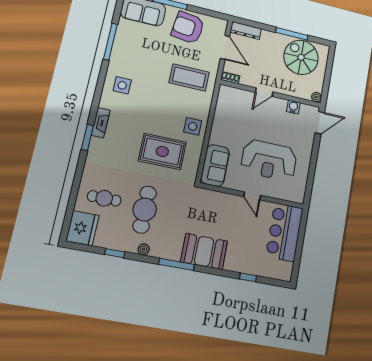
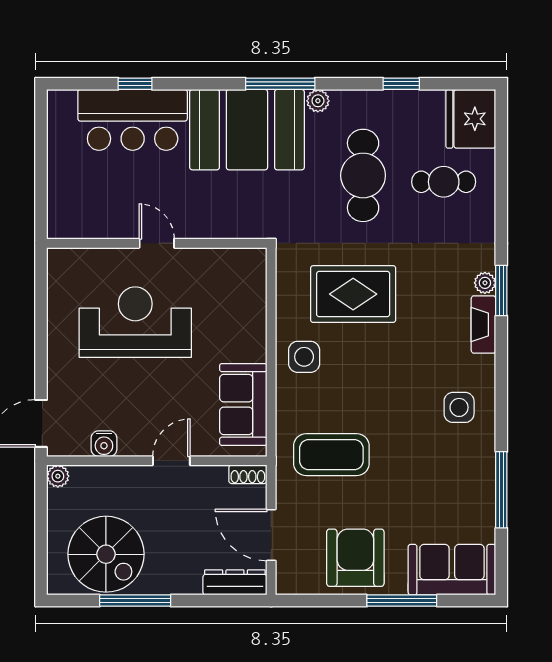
armchair: (188, 28) -> (355, 558), turned -97
plant: (95, 143) -> (485, 283), added
sofa: (215, 165) -> (243, 404), moved
bar counter: (284, 232) -> (133, 120), moved, turned 90
plant: (144, 249) -> (318, 101), moved
booth: (204, 251) -> (247, 130), width x1.36, depth x1.42

